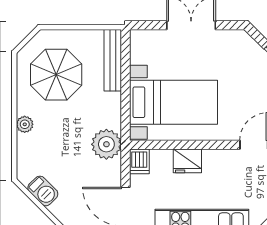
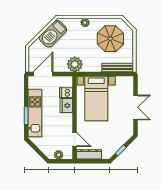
dishwasher: (139, 161) -> (66, 93), moved
barbecue: (43, 191) -> (53, 34), width x1.88, depth x1.53

